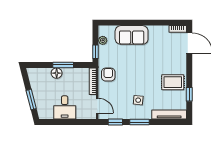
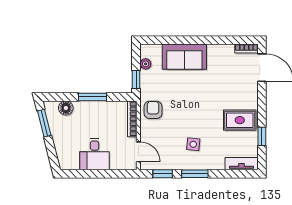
floor lamp: (57, 73) -> (66, 108), moved
window: (31, 99) -> (44, 123), moved
tv unit: (169, 114) -> (242, 164), width x0.71

